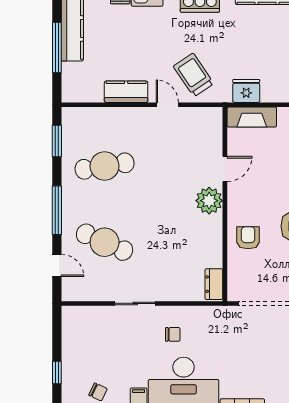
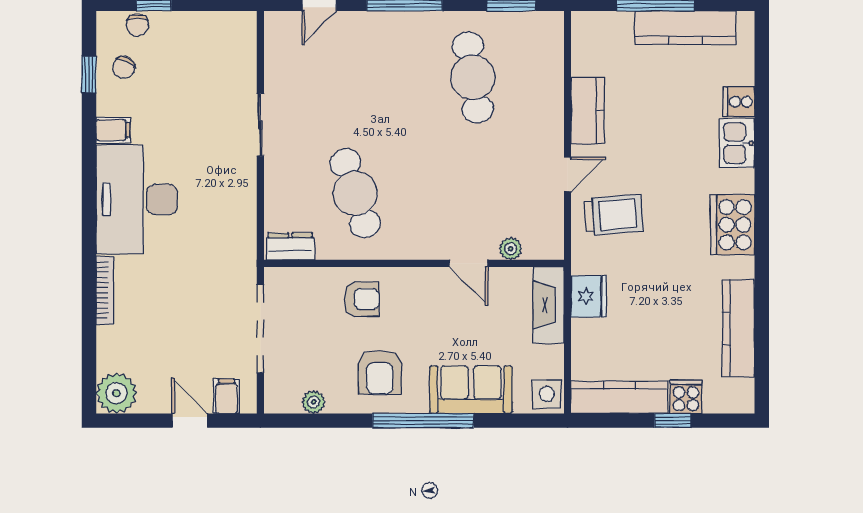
trolley: (194, 75) -> (614, 215), turned 30
plant: (209, 201) -> (511, 249), moved, width x0.53, depth x0.53
cafe table: (105, 242) -> (355, 193), moved, turned -42
chair: (173, 334) -> (137, 25), moved

